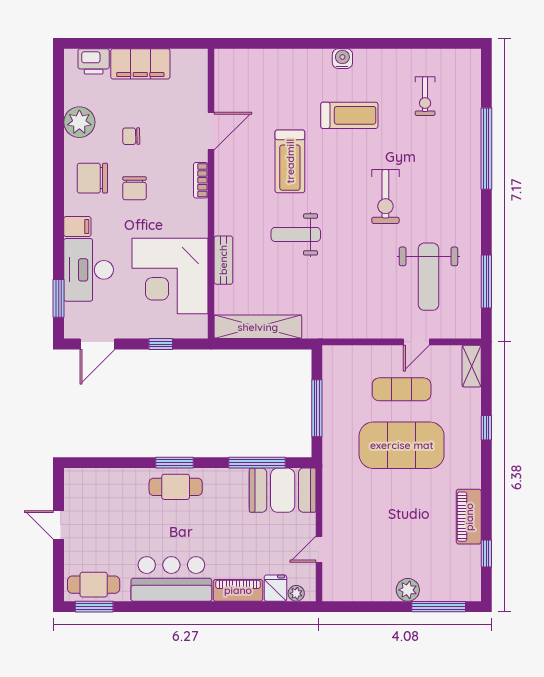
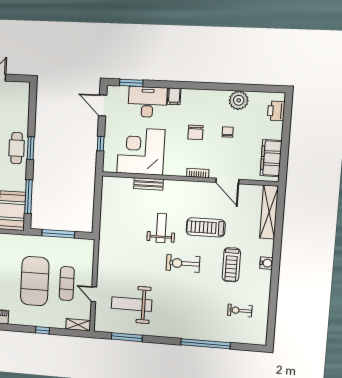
filing cabinet: (140, 64) -> (271, 158), moved
chair: (92, 178) -> (203, 107), removed
chair: (134, 188) -> (195, 132), turned -90
exercise bike: (385, 196) -> (183, 263), moved
shelving: (258, 327) -> (269, 212), moved

